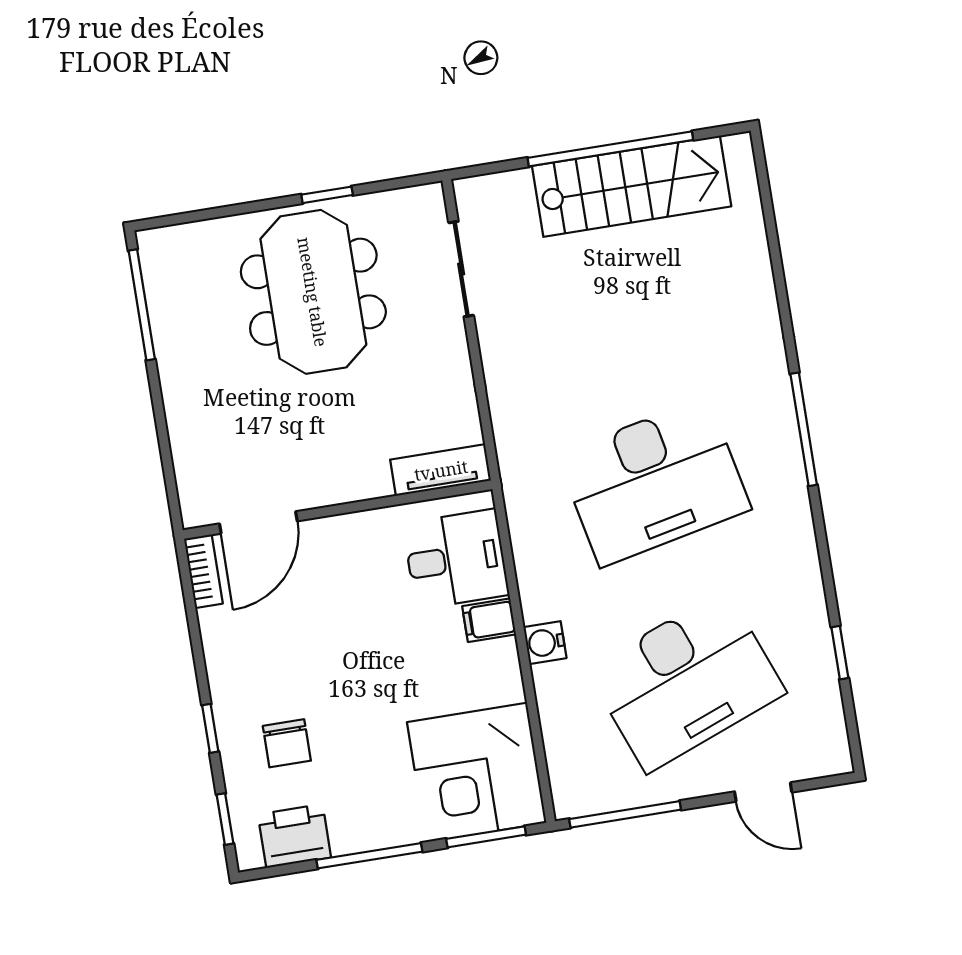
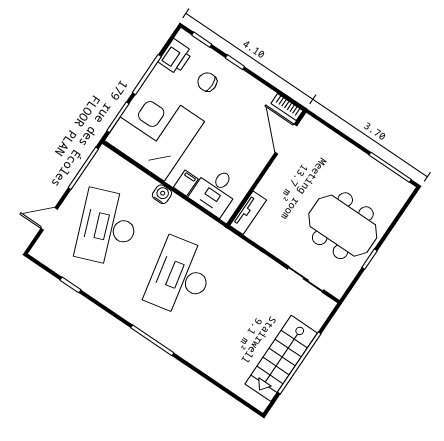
corner desk: (477, 772) -> (154, 131), width x1.36, depth x1.36

